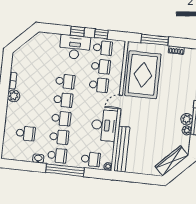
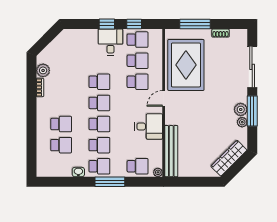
desk: (75, 47) -> (110, 42), width x0.73
plant: (14, 96) -> (43, 70), moved
school desk: (28, 115) -> (61, 124), added
desk: (104, 125) -> (149, 126), width x0.73
window: (65, 170) -> (110, 182), width x0.68

